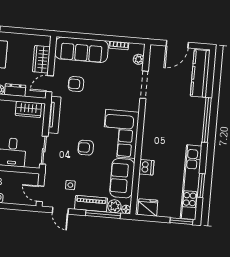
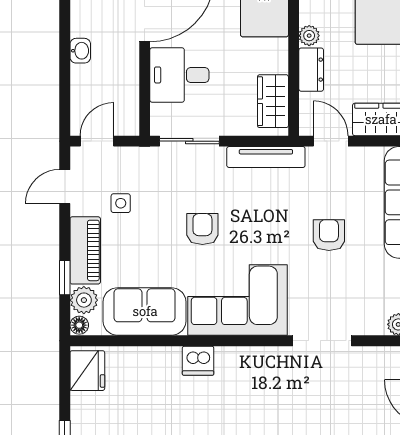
armchair: (76, 84) -> (329, 235), moved
doorway: (144, 85) -> (322, 341), moved
dishwasher: (146, 167) -> (198, 361), moved
window: (103, 214) -> (65, 278), width x0.46

